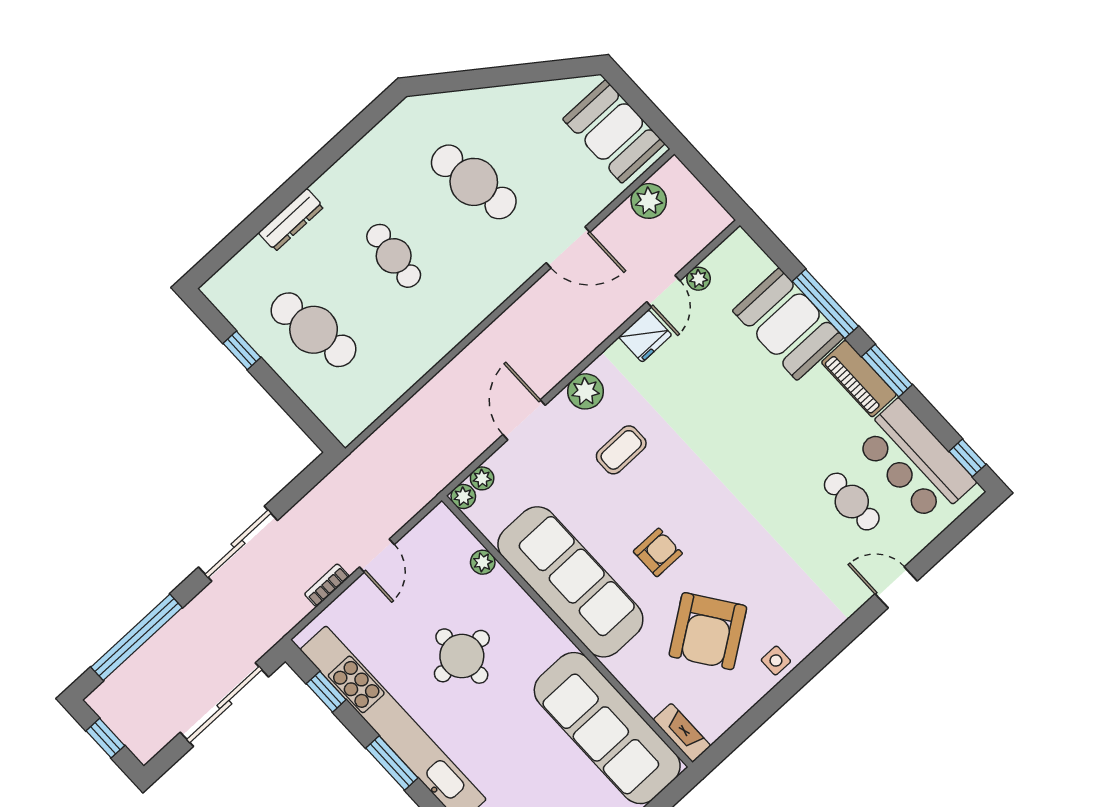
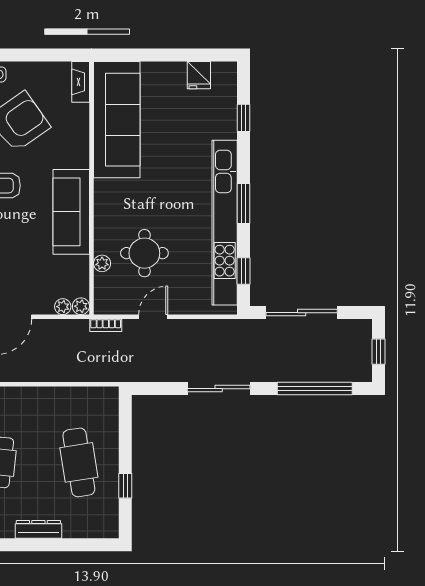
sofa: (570, 582) -> (71, 212), width x0.74, depth x0.79
bookcase: (327, 585) -> (106, 325), moved
round table: (462, 656) -> (144, 253), moved

